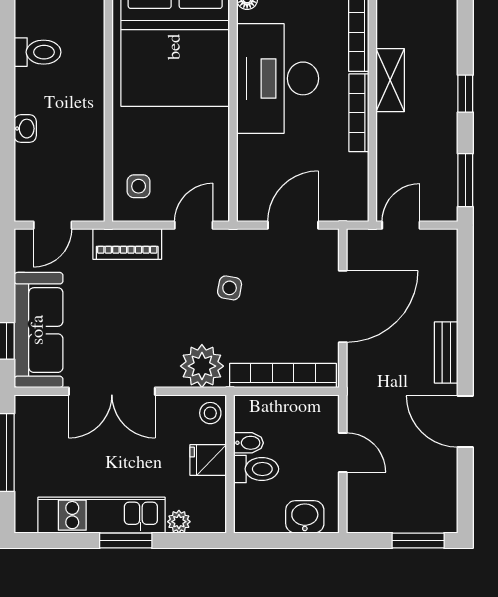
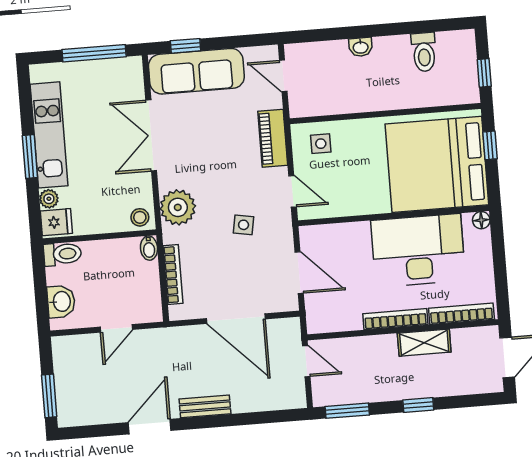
bookcase: (283, 376) -> (173, 275), width x0.68, depth x0.76
bidet: (248, 443) -> (149, 248), moved
fridge: (208, 460) -> (56, 222), moved, turned 90
toilet: (256, 469) -> (62, 254), moved, turned -90

